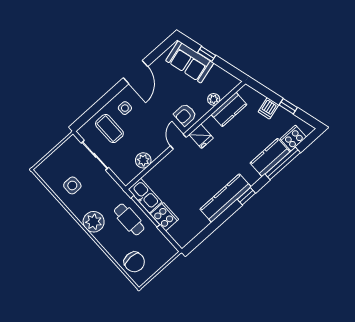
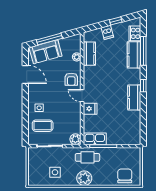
window: (207, 54) -> (49, 39), width x2.17
door: (136, 72) -> (25, 74), moved
fridge: (201, 136) -> (90, 109), moved
plant: (143, 160) -> (75, 139), moved
kitchen counter: (225, 198) -> (134, 97), width x0.67
cooker: (164, 217) -> (115, 138), removed
cafe table: (129, 219) -> (87, 157), moved
chair: (134, 262) -> (125, 176), turned -90

